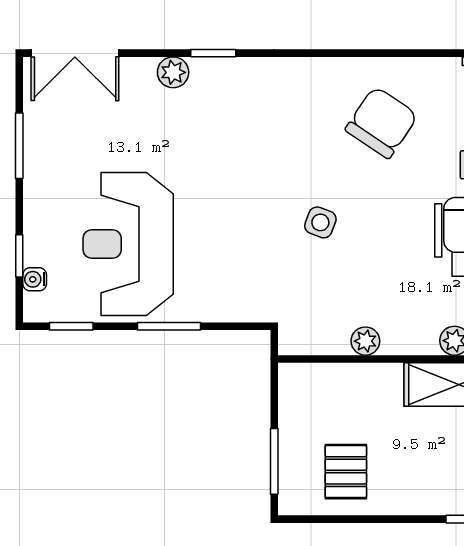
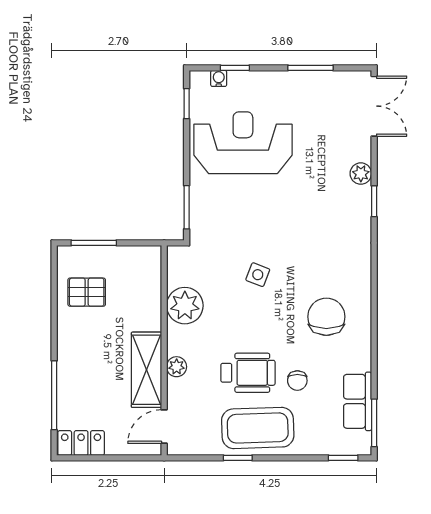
double door: (75, 53) -> (374, 106), swing flipped
chair: (382, 122) -> (326, 317), turned -124
window: (169, 326) -> (187, 207), moved
plant: (365, 341) -> (185, 306), width x1.88, depth x1.88

